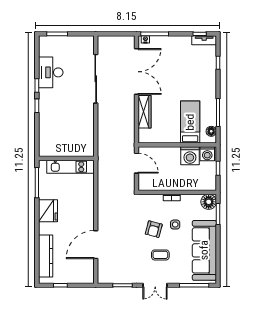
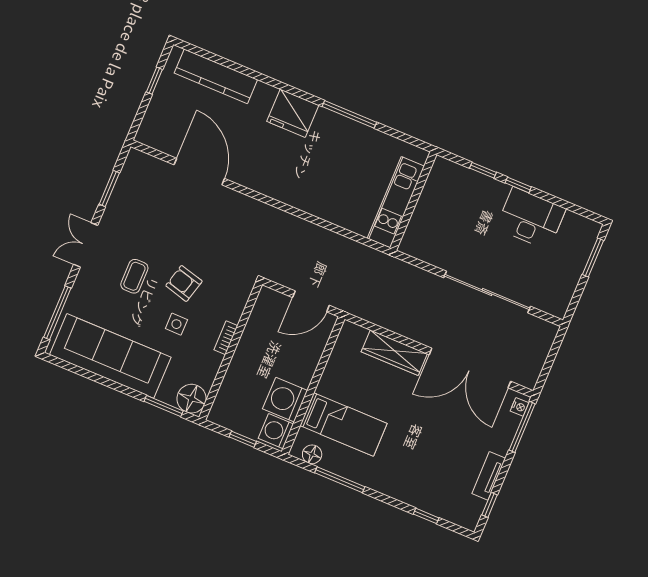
tv unit: (204, 40) -> (489, 476), moved
wall: (66, 158) -> (413, 201), moved
kitchen unit: (70, 167) -> (396, 202), moved

